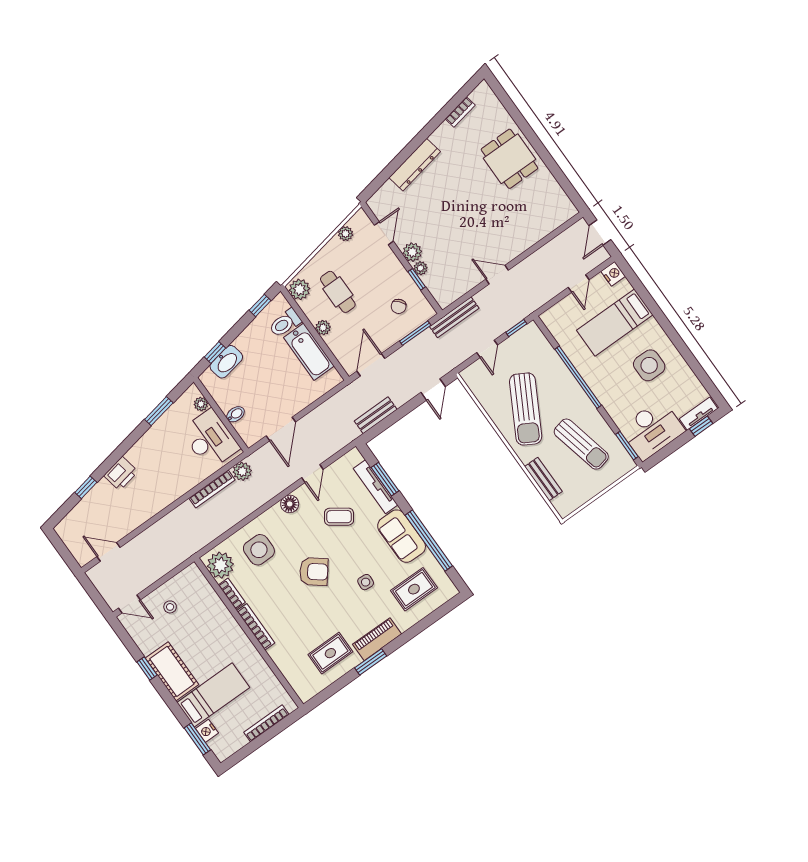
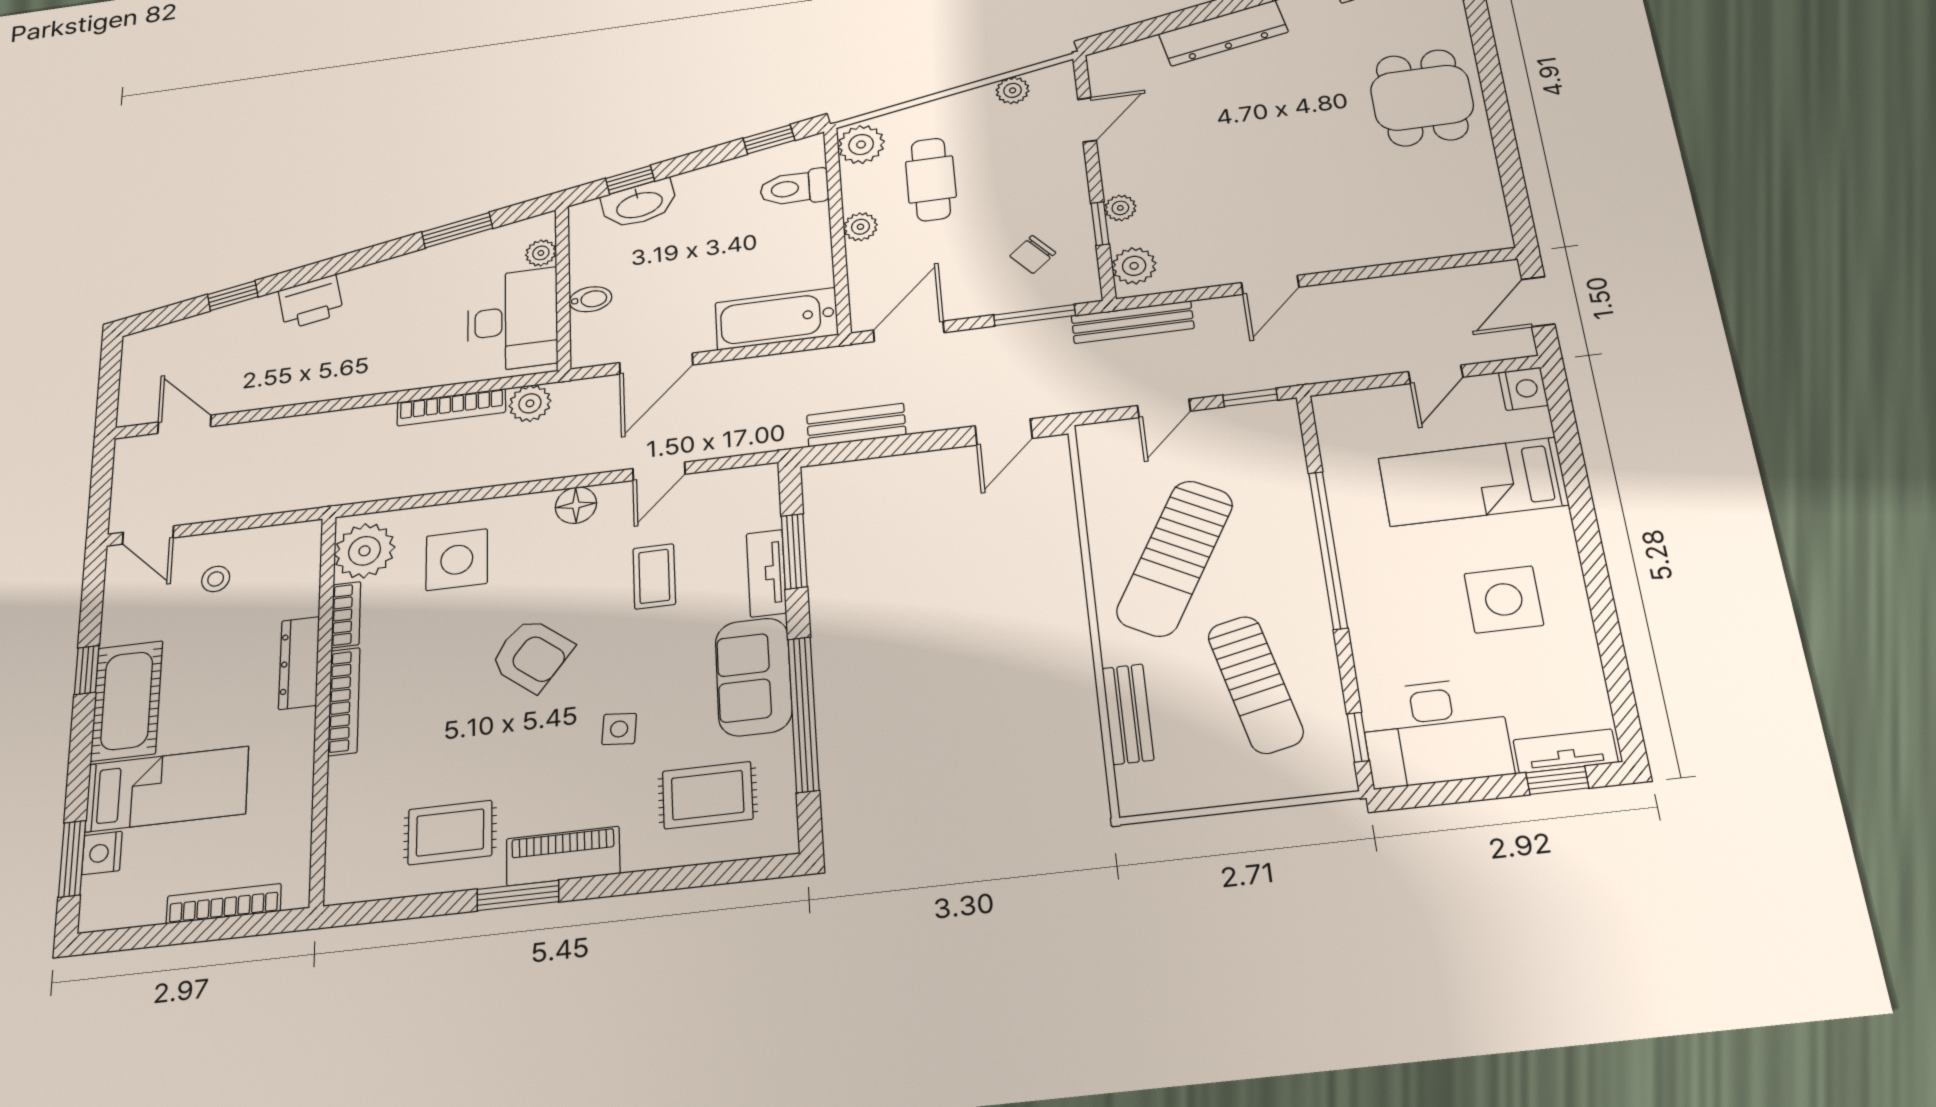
plant: (412, 252) -> (1134, 266), moved
door: (497, 275) -> (1270, 285), swing flipped
bathtub: (309, 352) -> (776, 319), moved, turned 90
window: (627, 446) -> (1358, 737), width x0.67
tv unit: (375, 487) -> (766, 573), width x0.71
coffee table: (339, 517) -> (654, 576), turned 55
dresser: (228, 622) -> (299, 663), added

